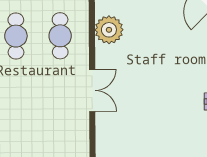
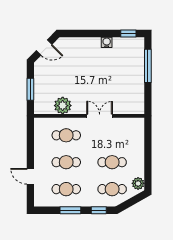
cafe table: (16, 111) -> (112, 162), added

